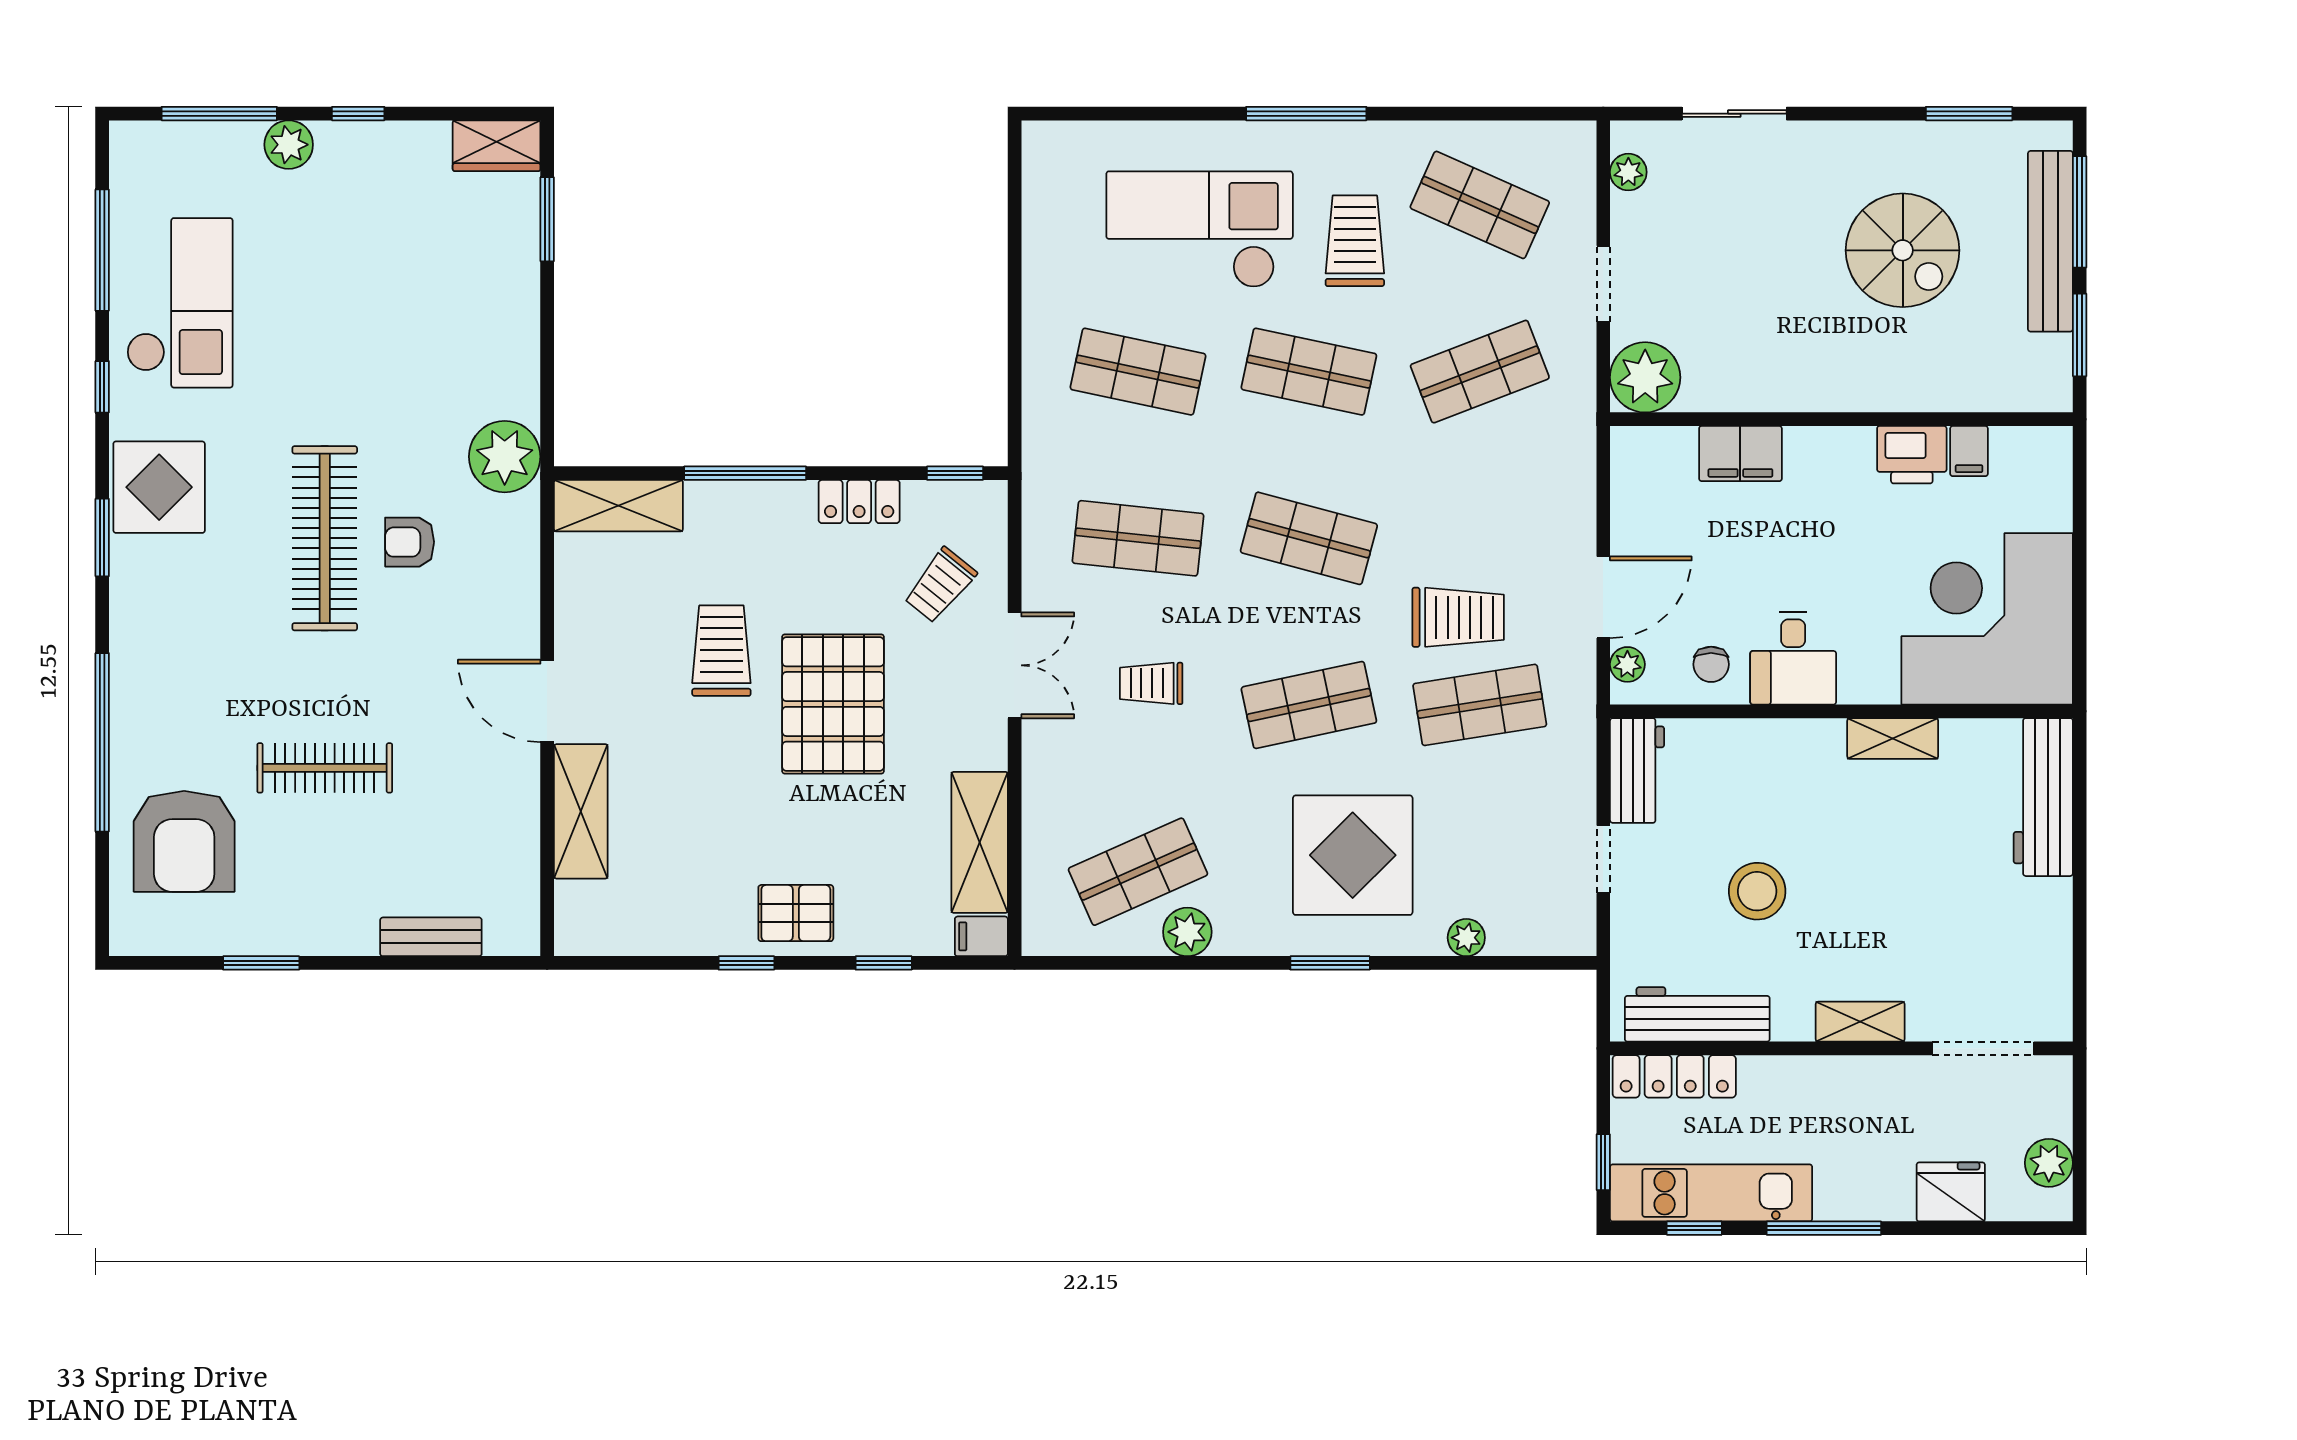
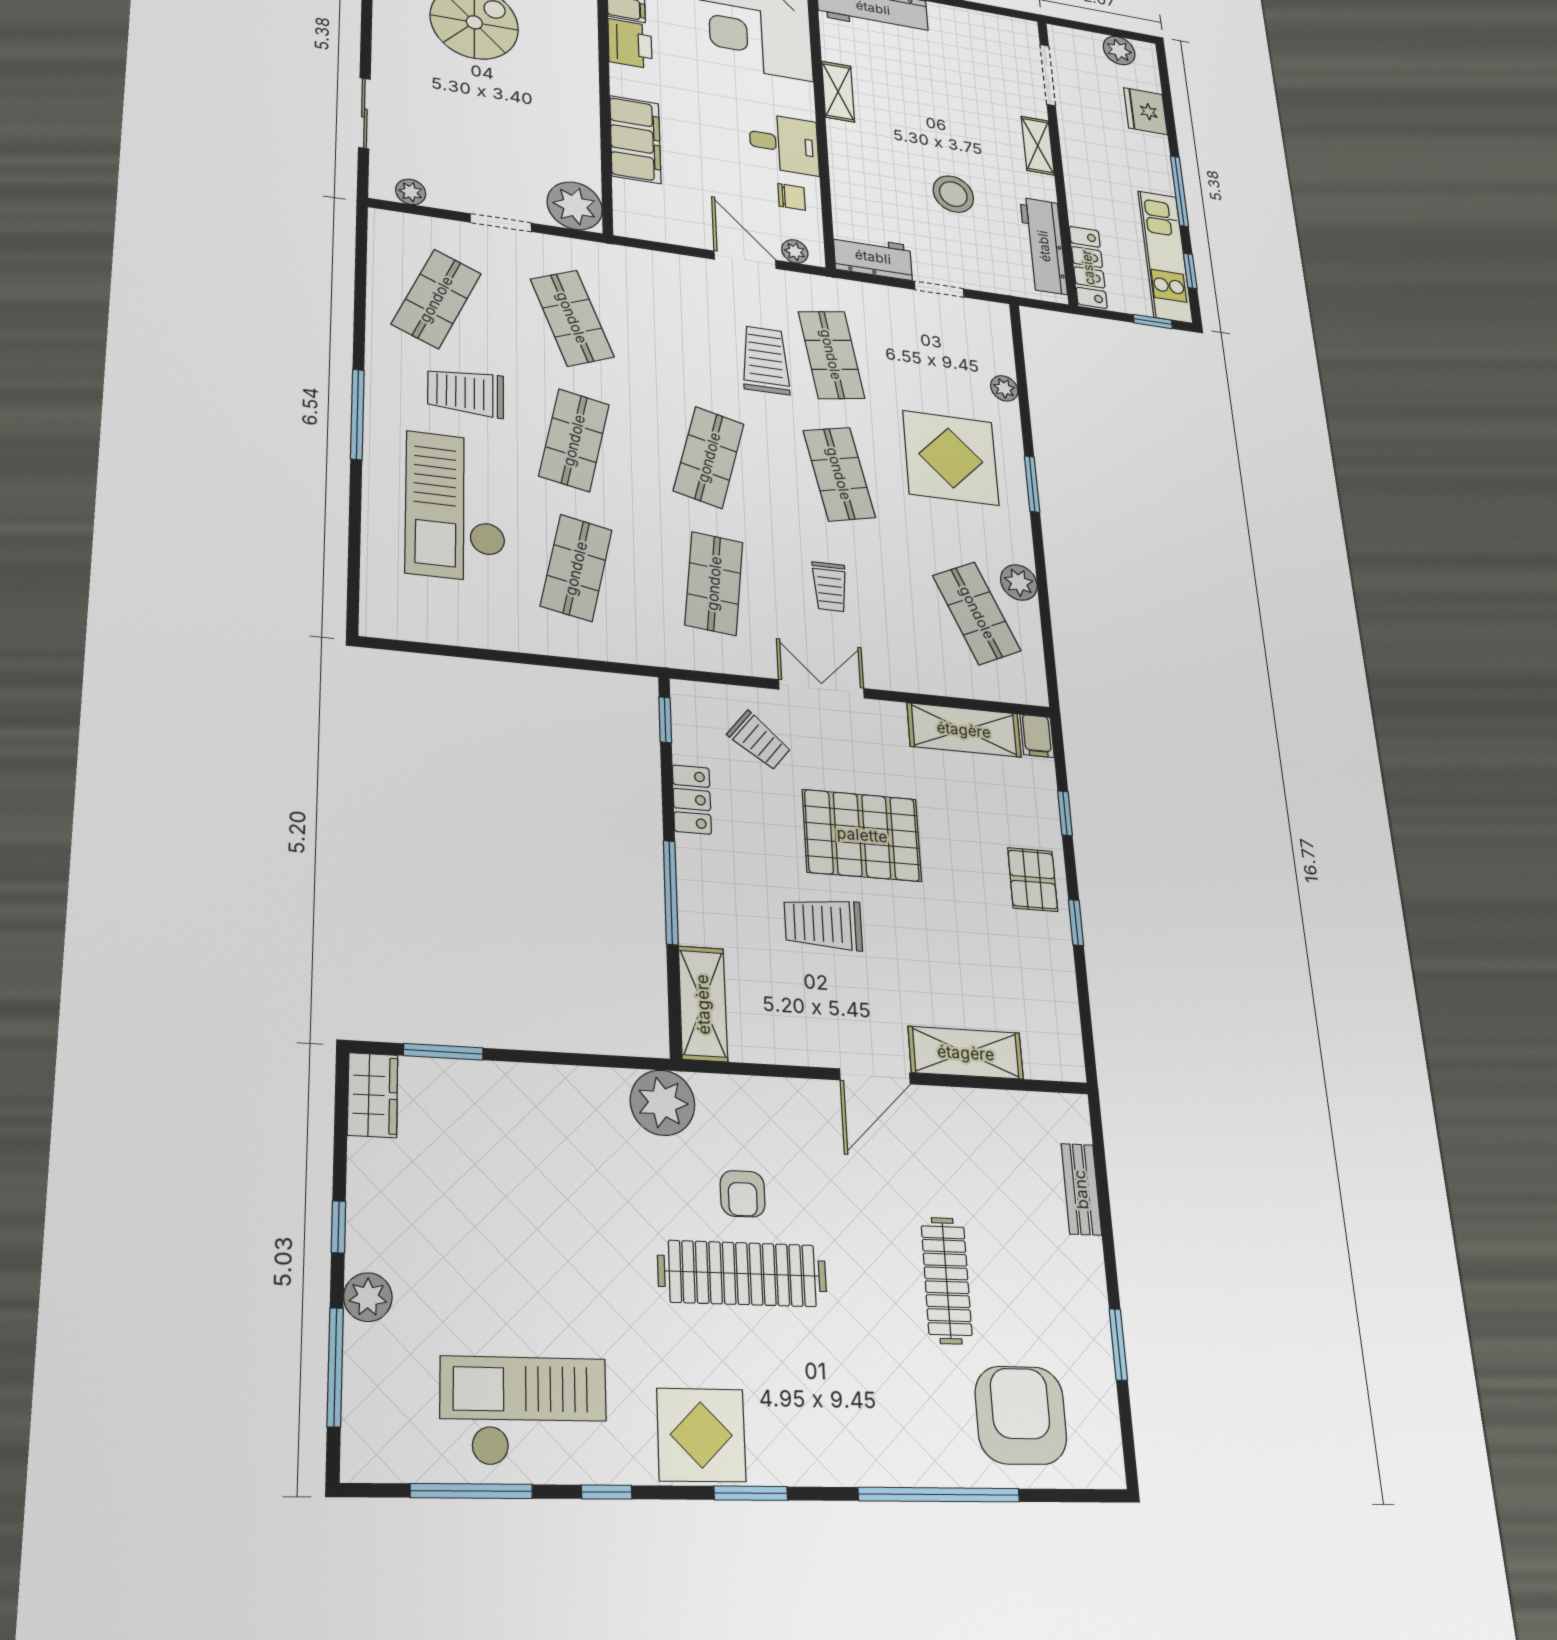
filing cabinet: (1740, 454) -> (635, 140), width x1.50, depth x1.17
armchair: (184, 841) -> (1021, 1415), turned -90

